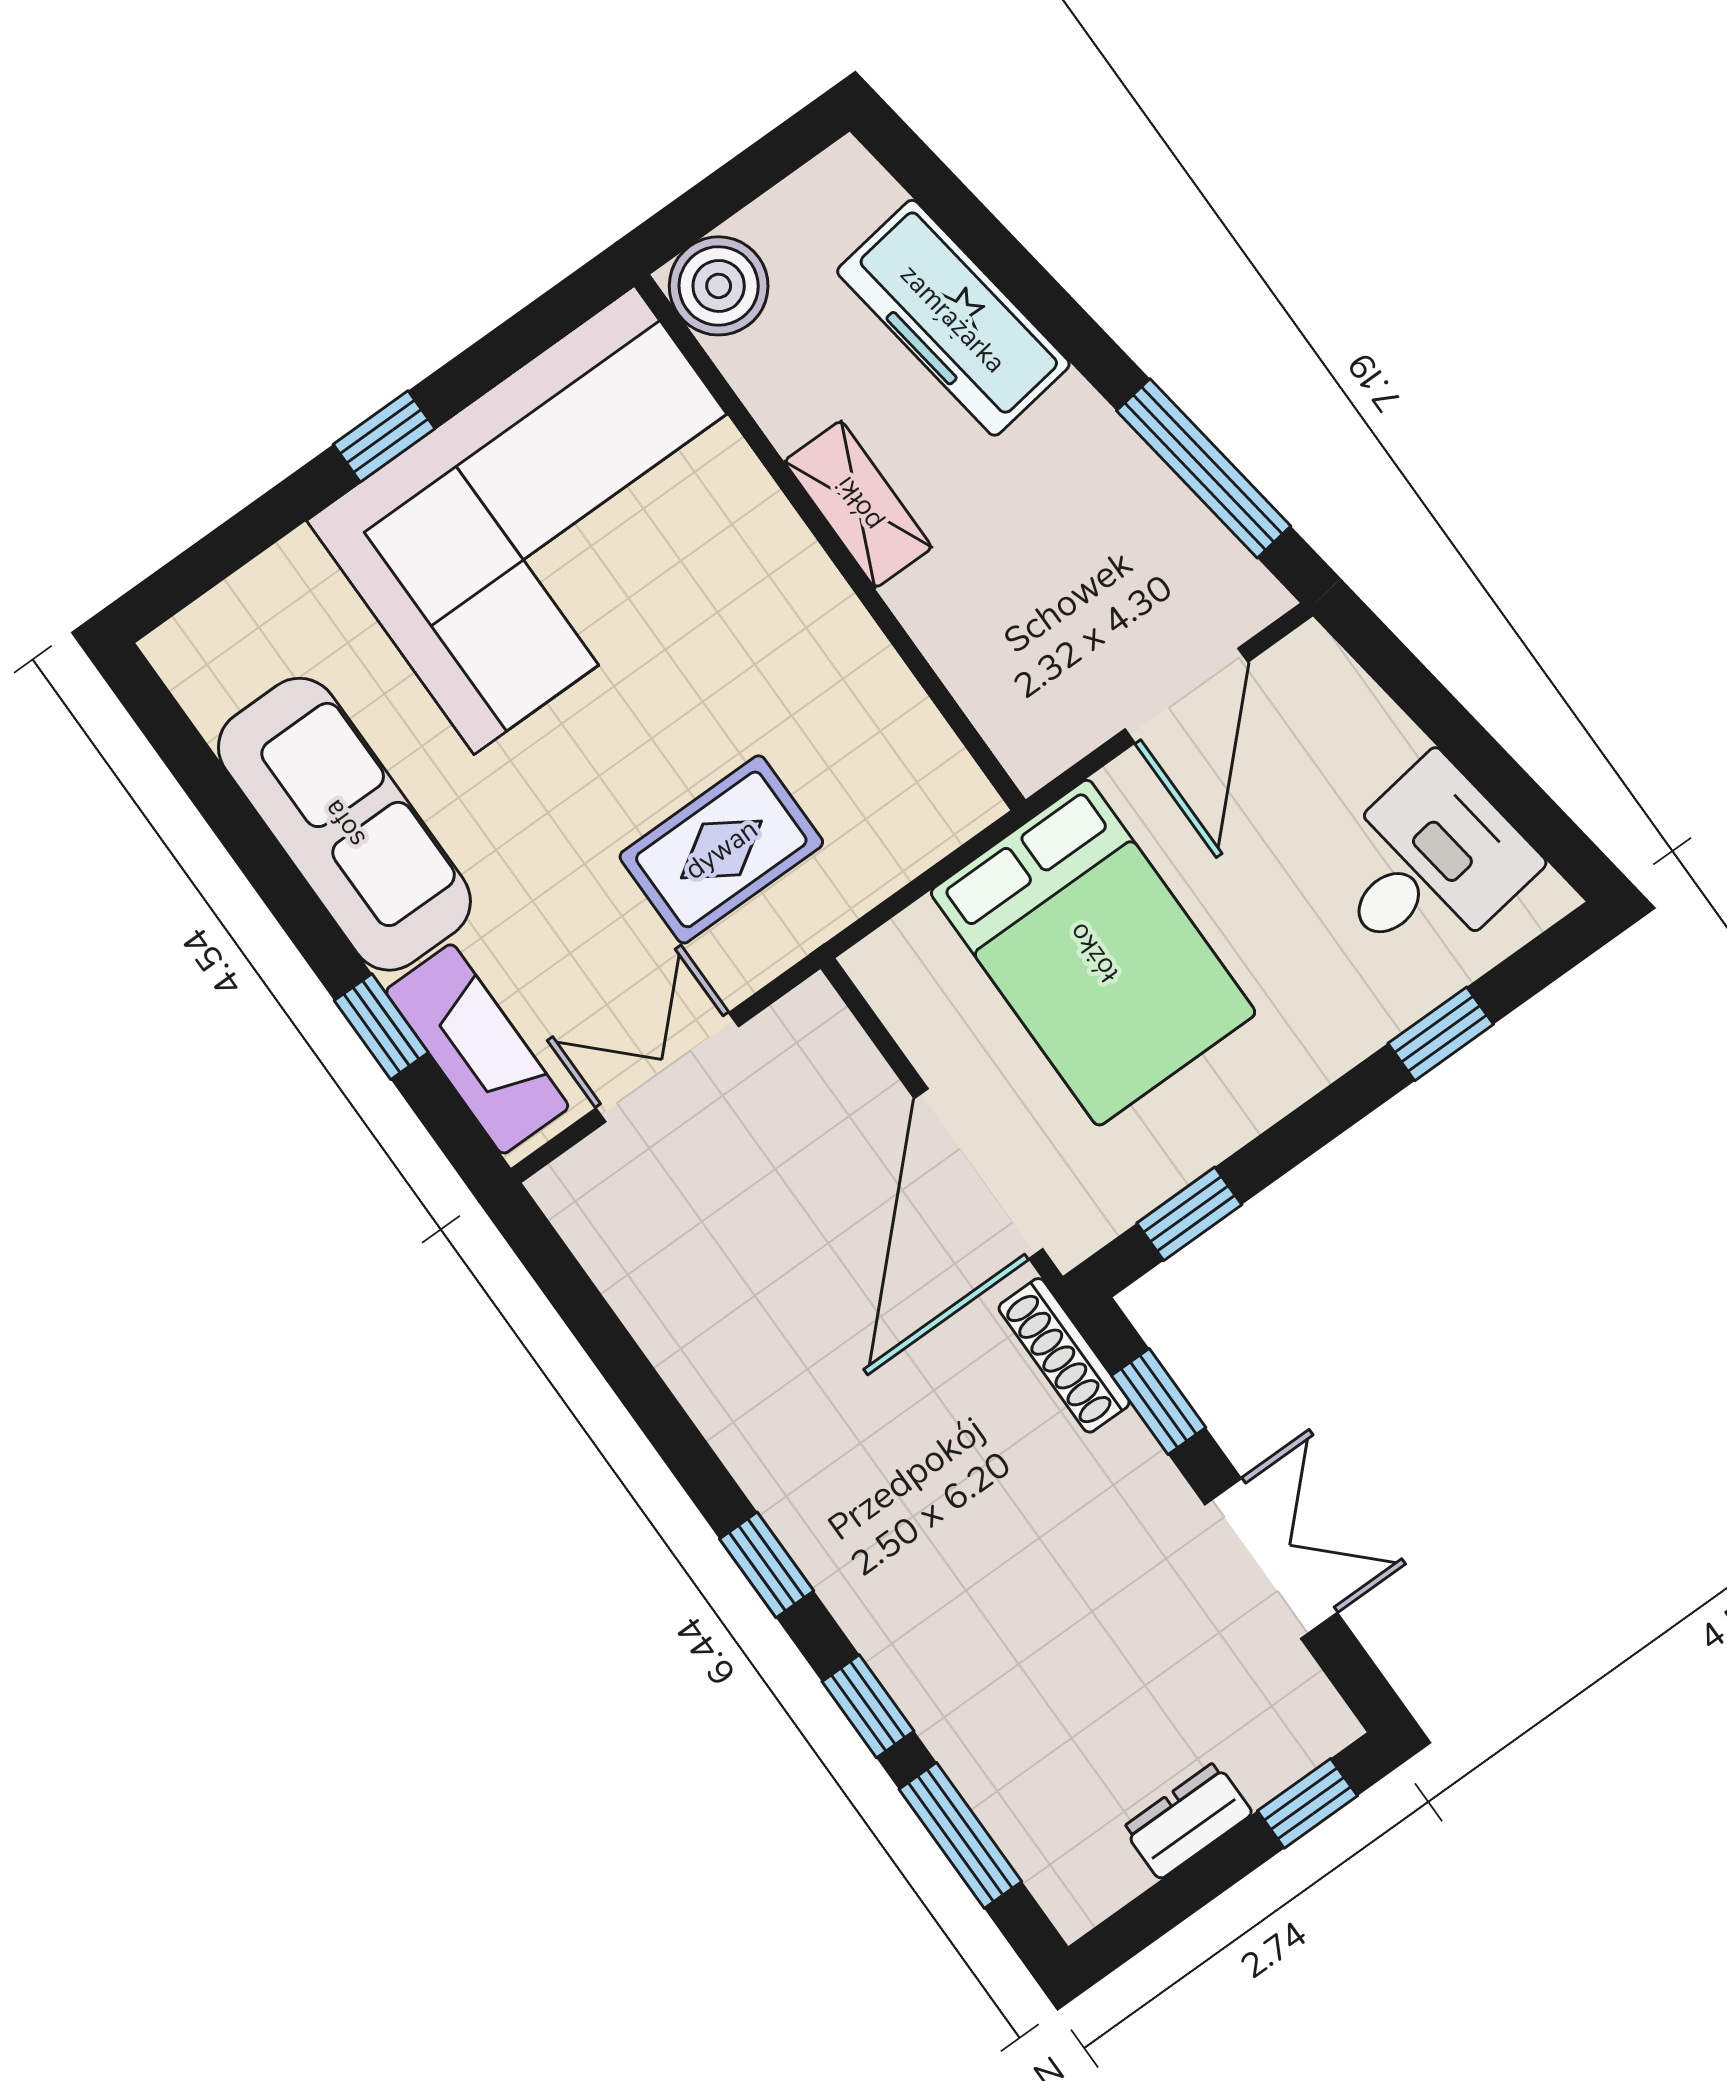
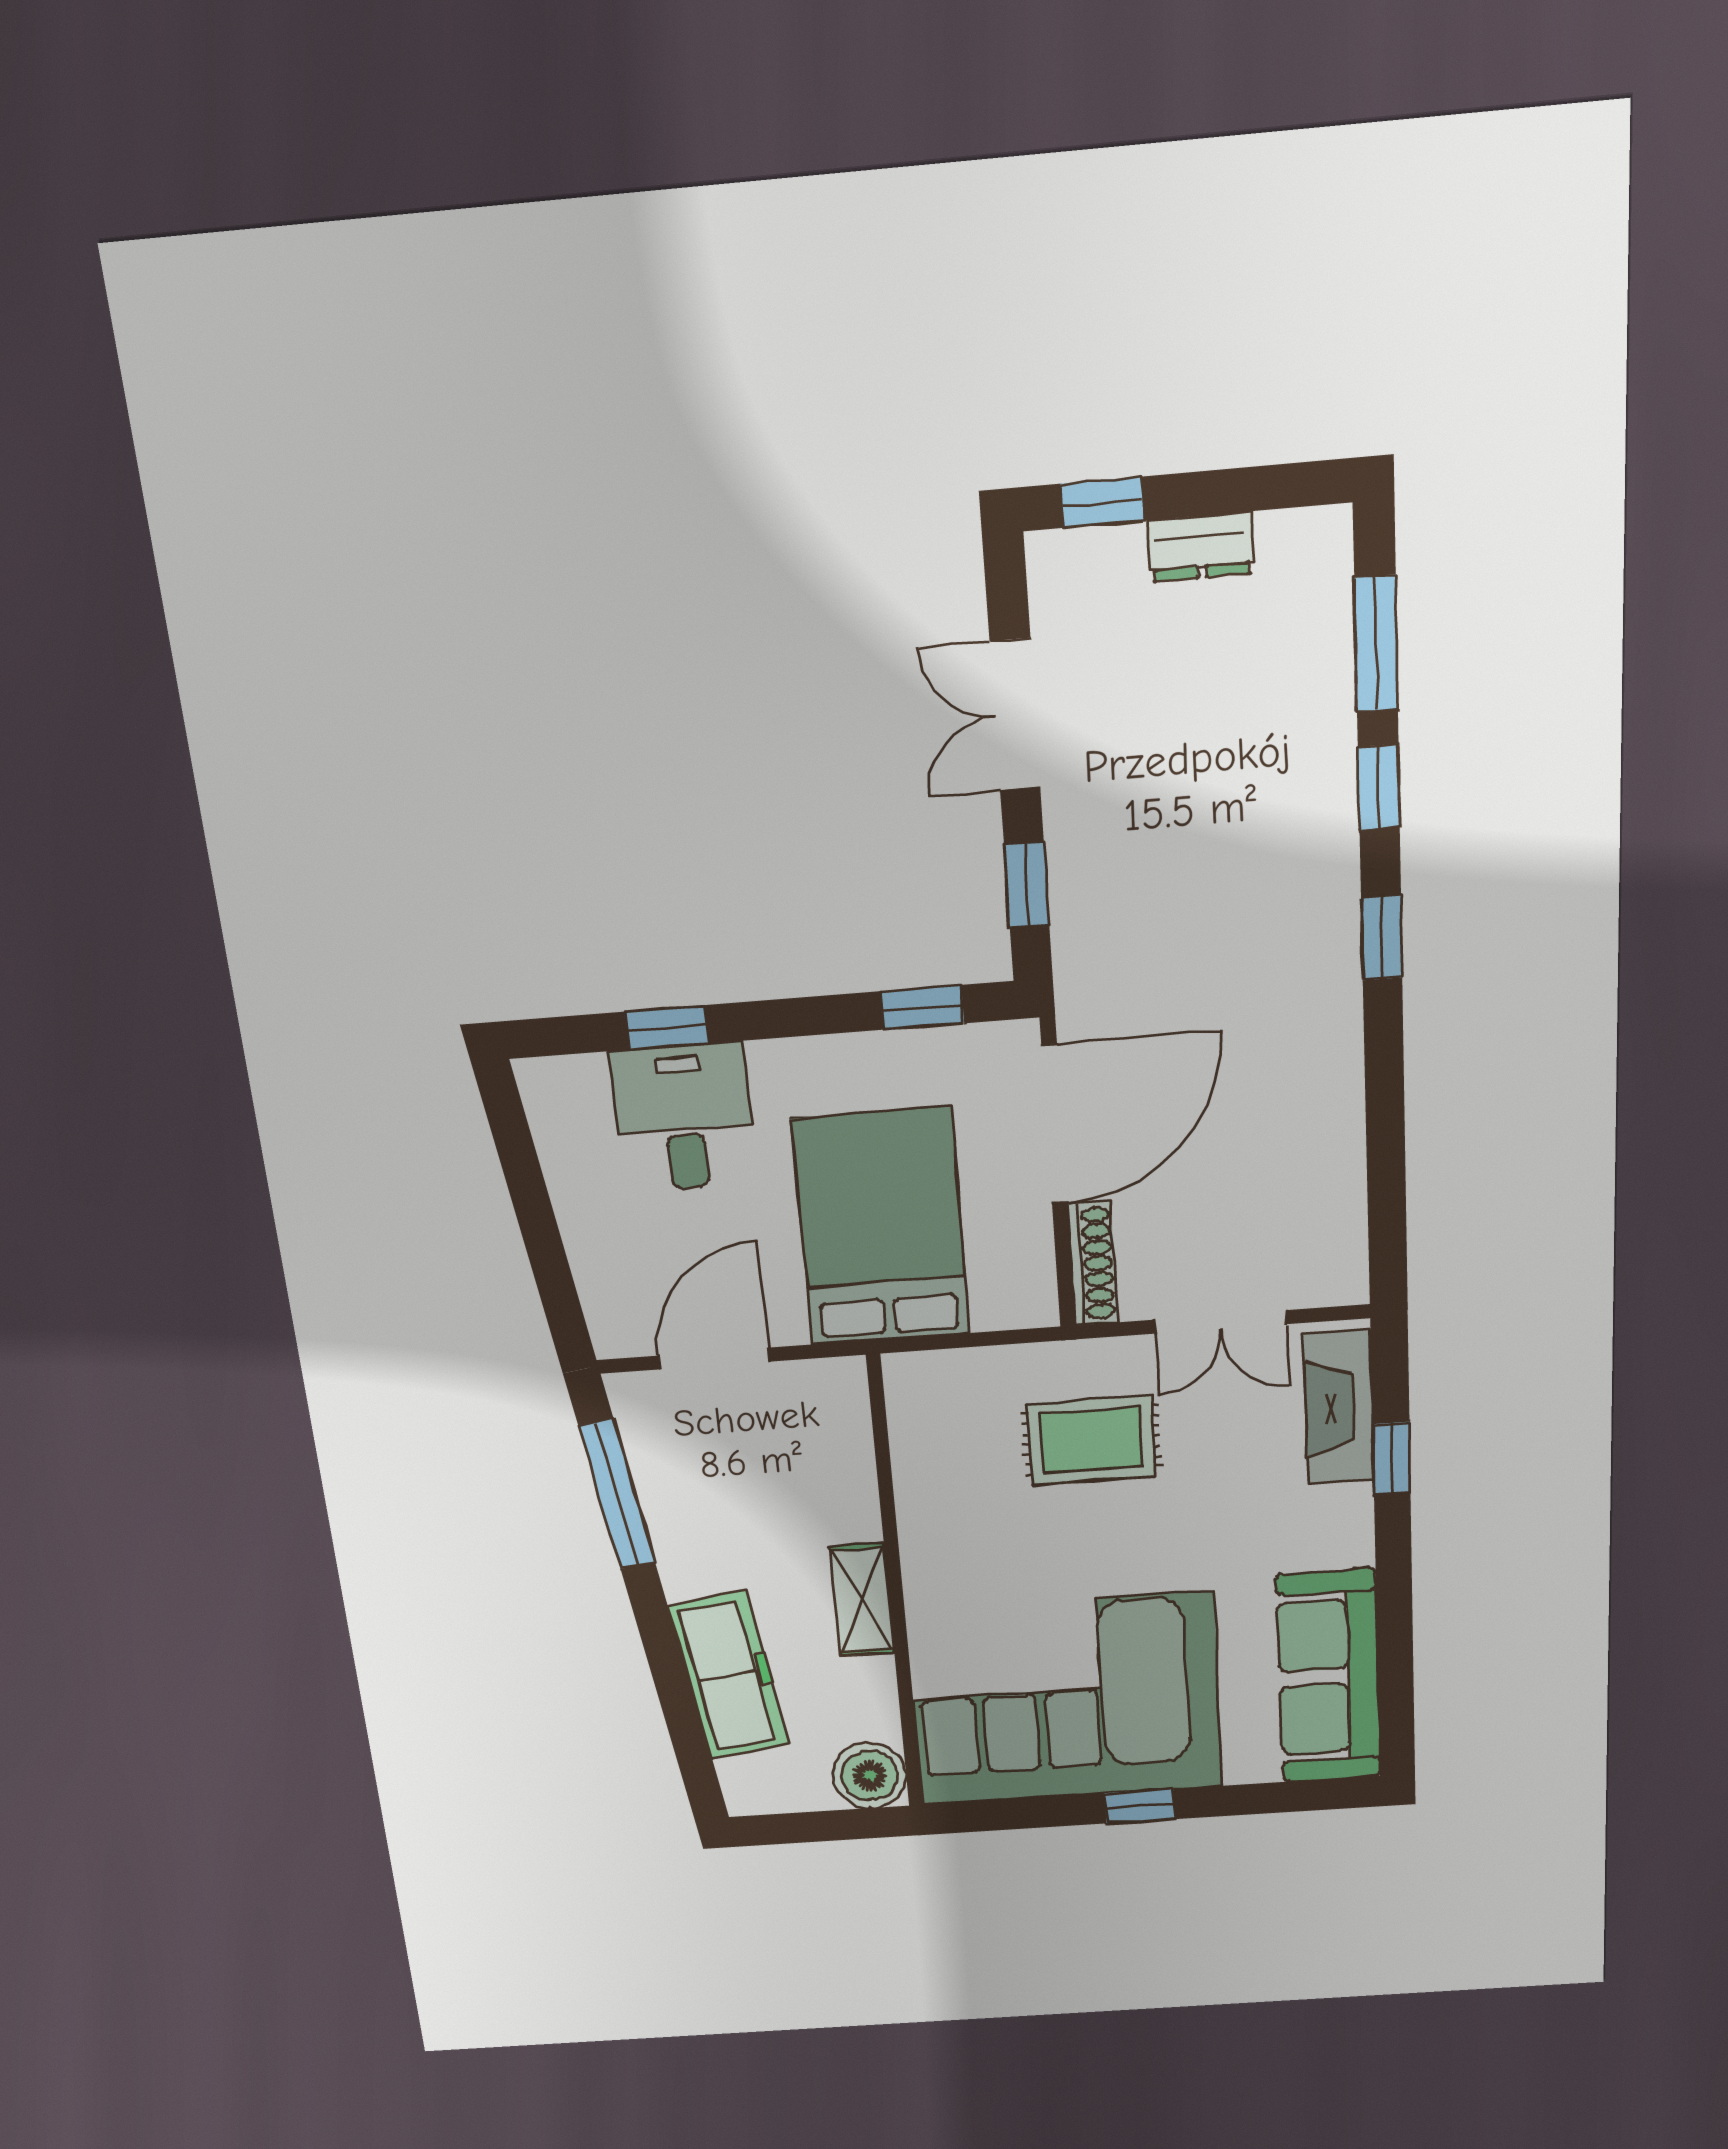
sofa: (344, 824) -> (1329, 1677), moved
desk: (1428, 865) -> (683, 1118), moved, turned 98
shoe rack: (1064, 1355) -> (1093, 1264), moved

